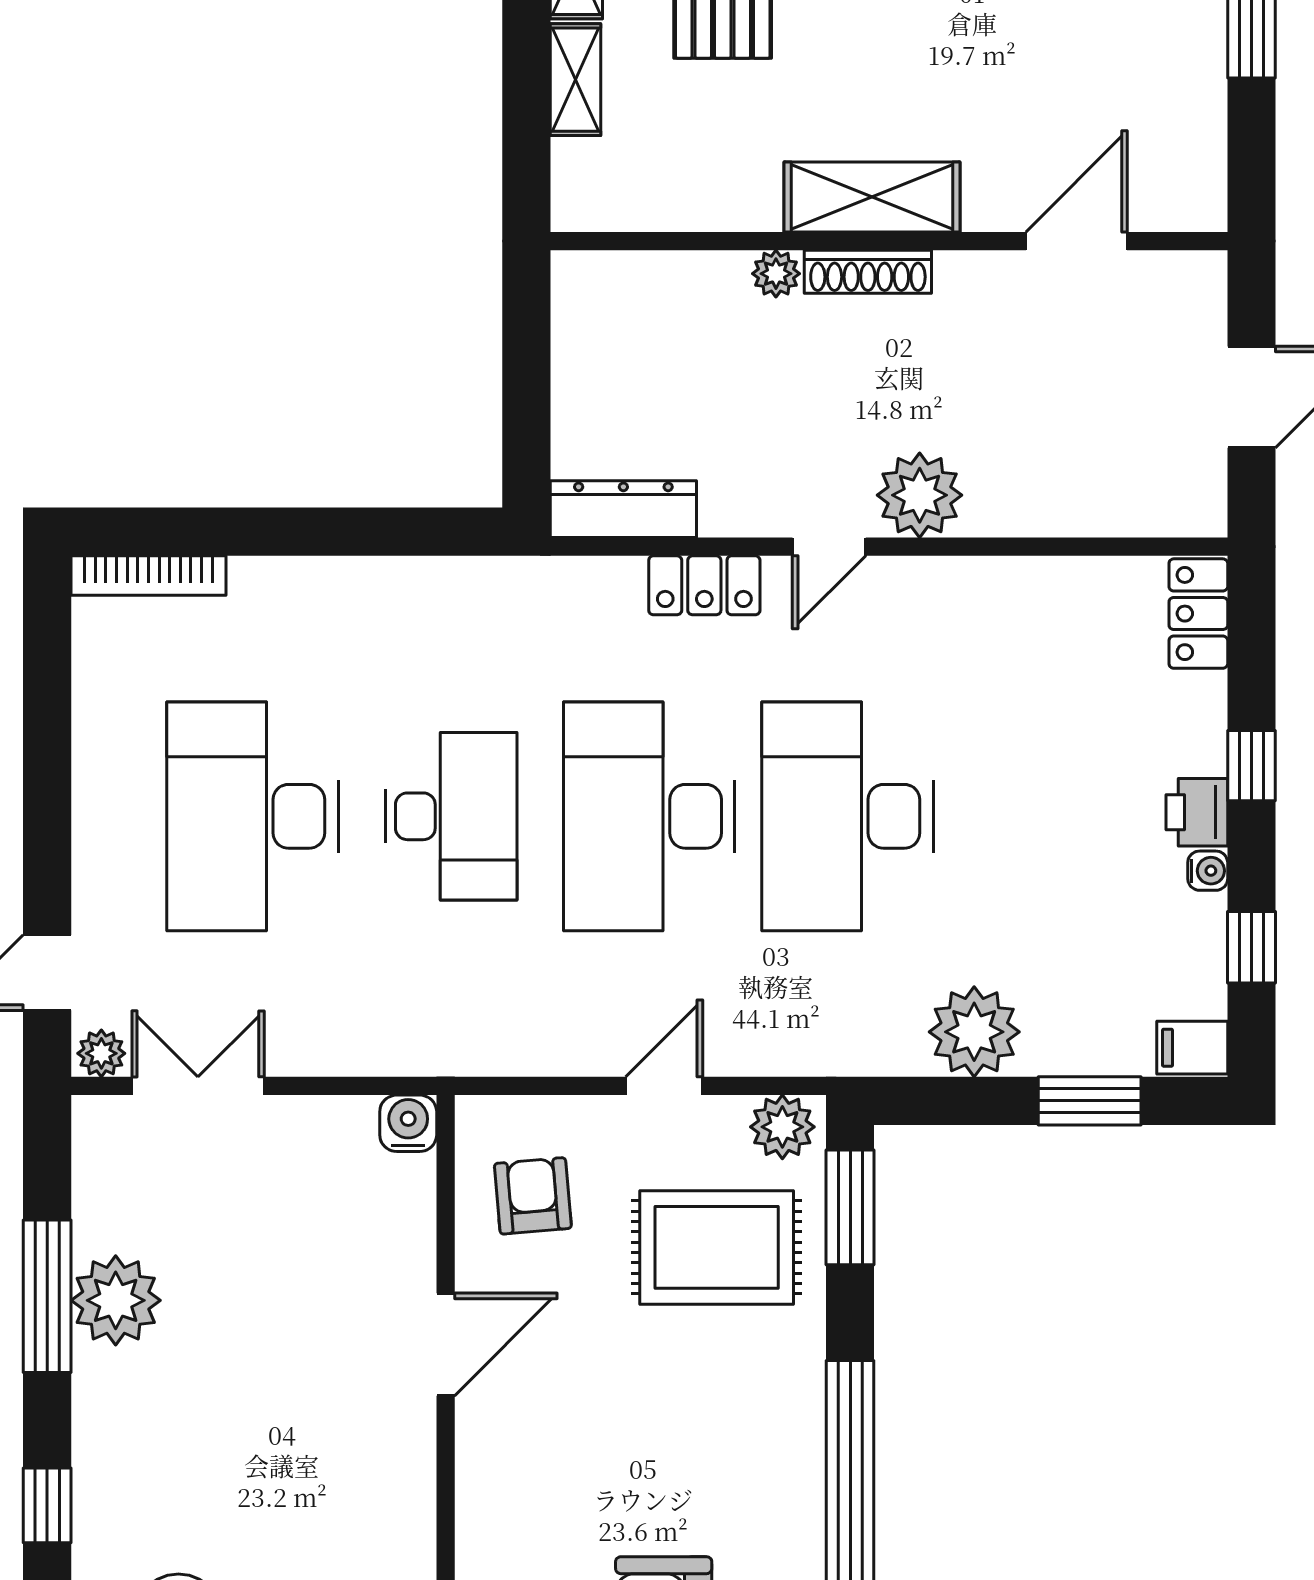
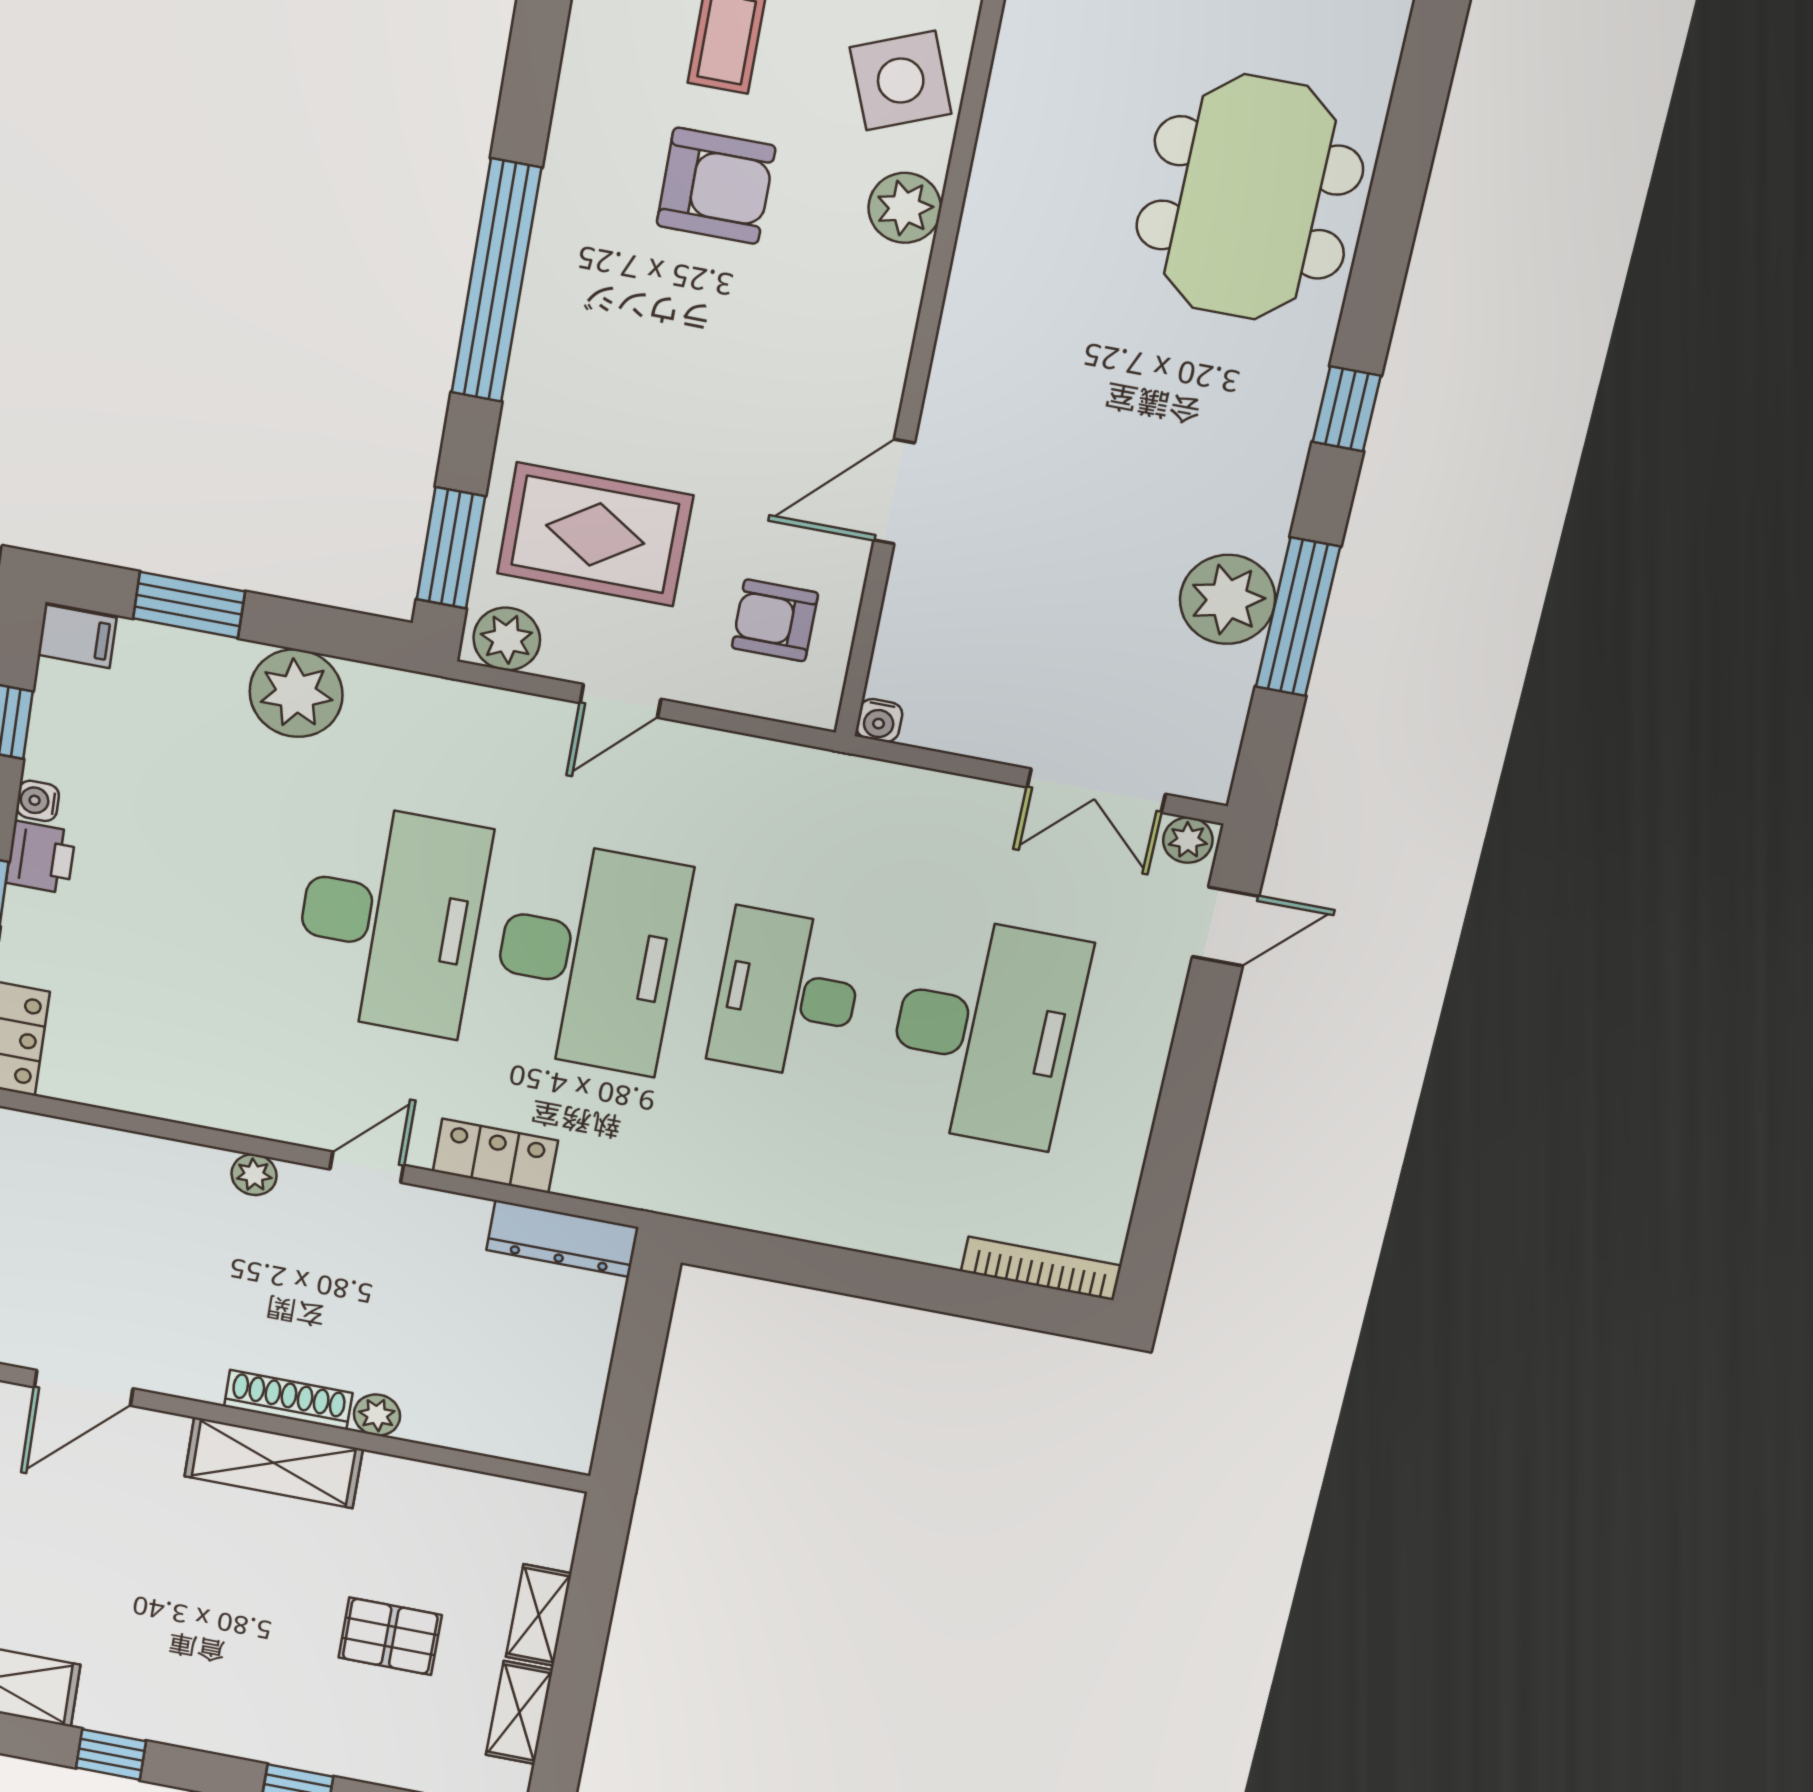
plant: (920, 495) -> (254, 1175), width x0.53, depth x0.53
water cooler: (408, 1123) -> (879, 720), width x0.72, depth x0.72
armchair: (533, 1196) -> (775, 620), turned 95

